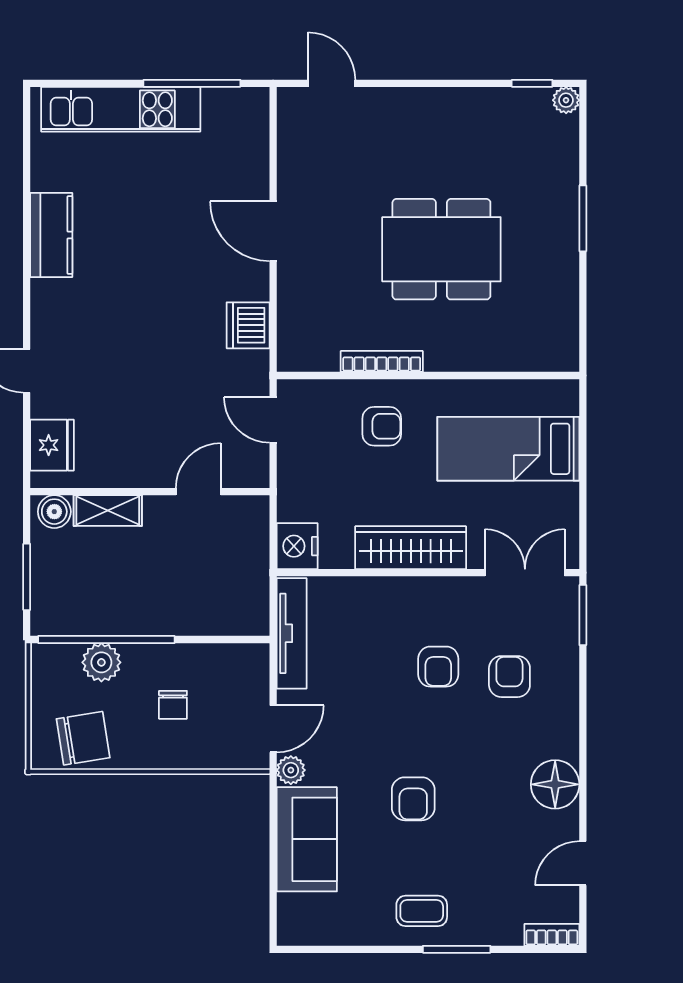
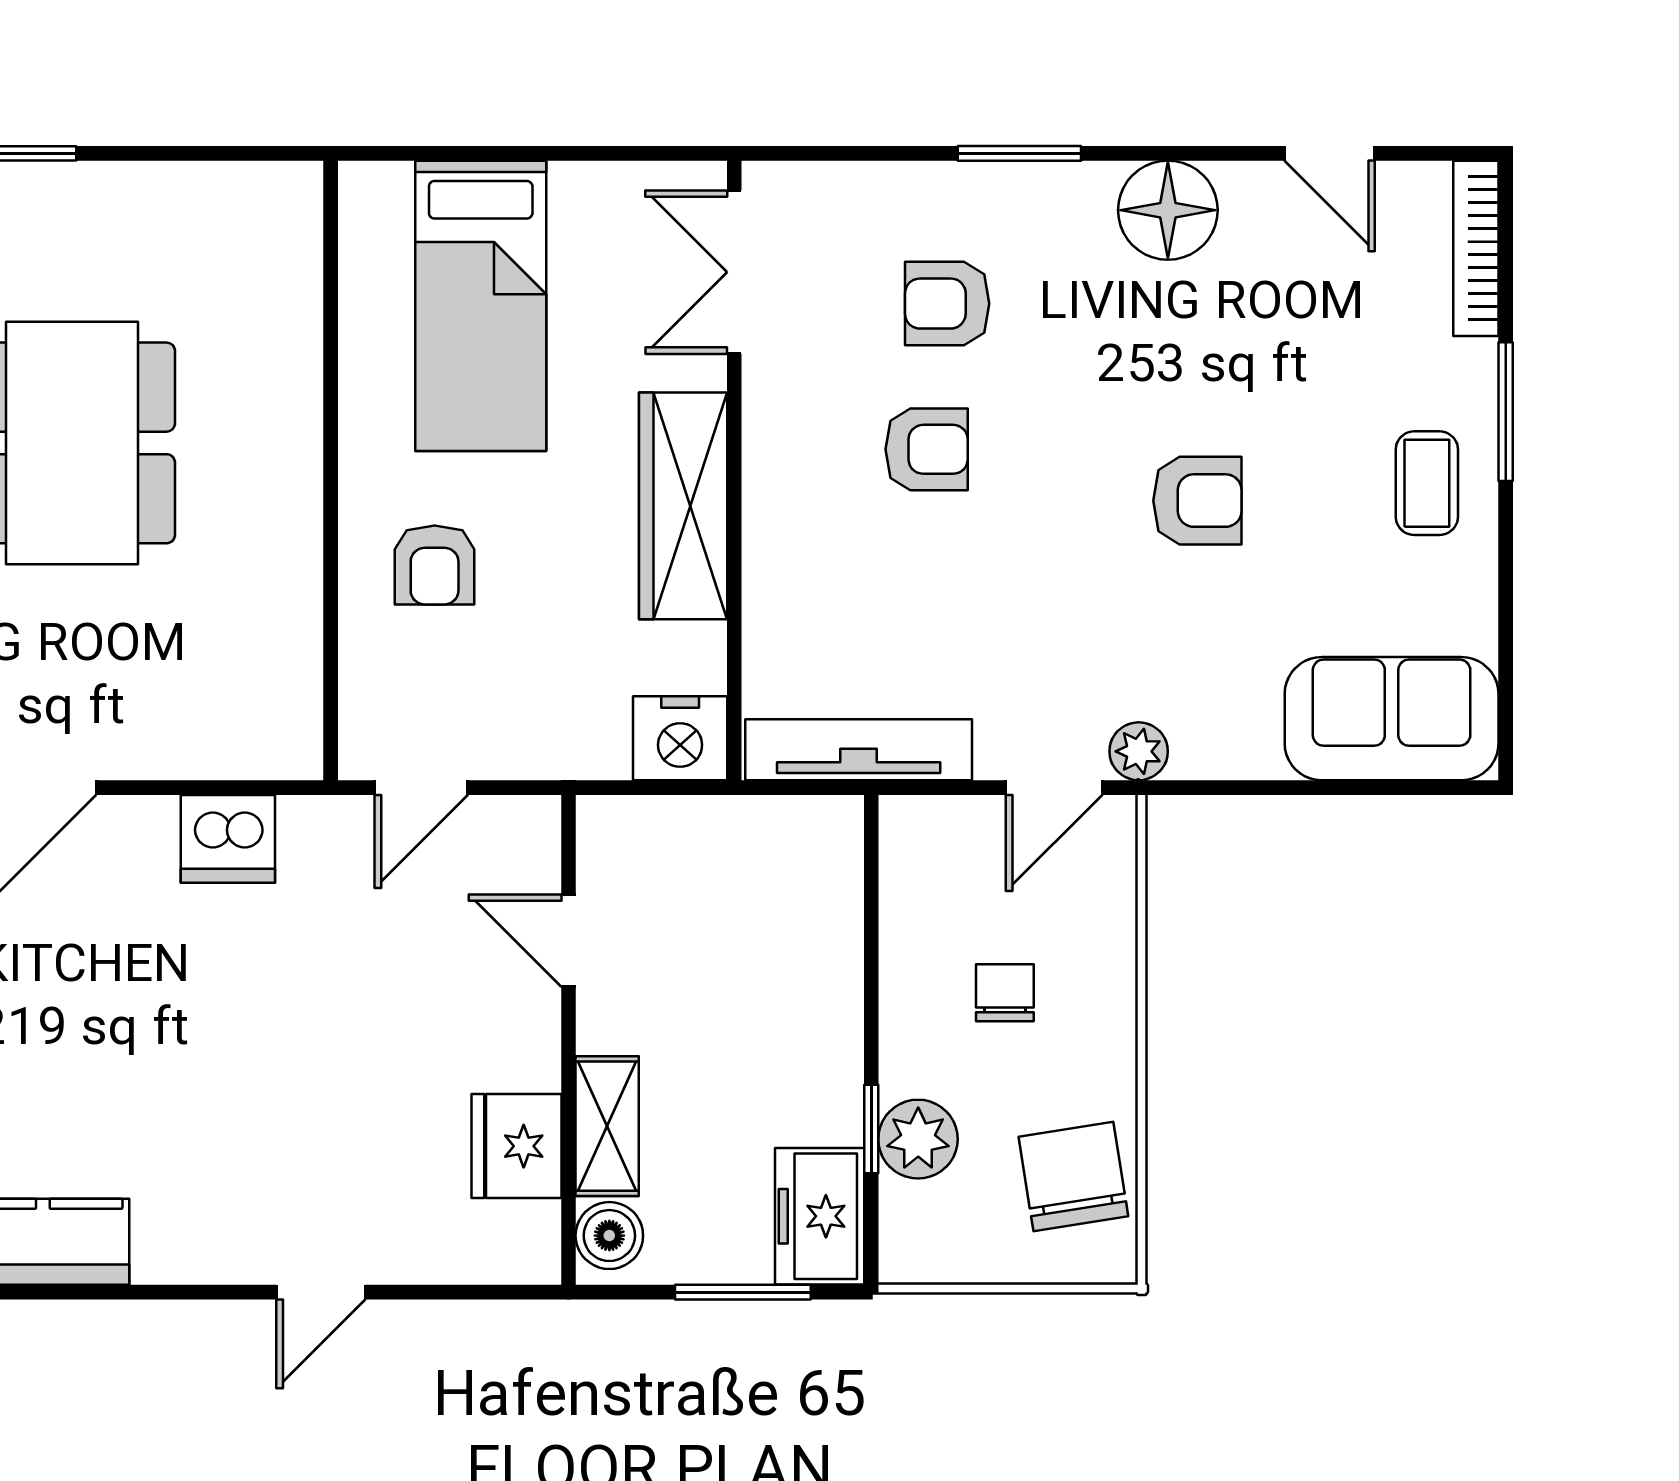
bookcase: (382, 361) -> (302, 565), removed
armchair: (382, 426) -> (435, 565), turned 180
fridge: (52, 445) -> (516, 1146), moved, turned -90
freezer: (64, 614) -> (820, 1216), added
window: (583, 615) -> (1019, 153), moved
window: (106, 640) -> (871, 1129), width x0.32
chair: (173, 705) -> (1005, 993), turned -90
door: (273, 729) -> (1054, 788), swing flipped
sofa: (307, 839) -> (1392, 719), moved
bookcase: (552, 935) -> (1476, 248), width x1.56

